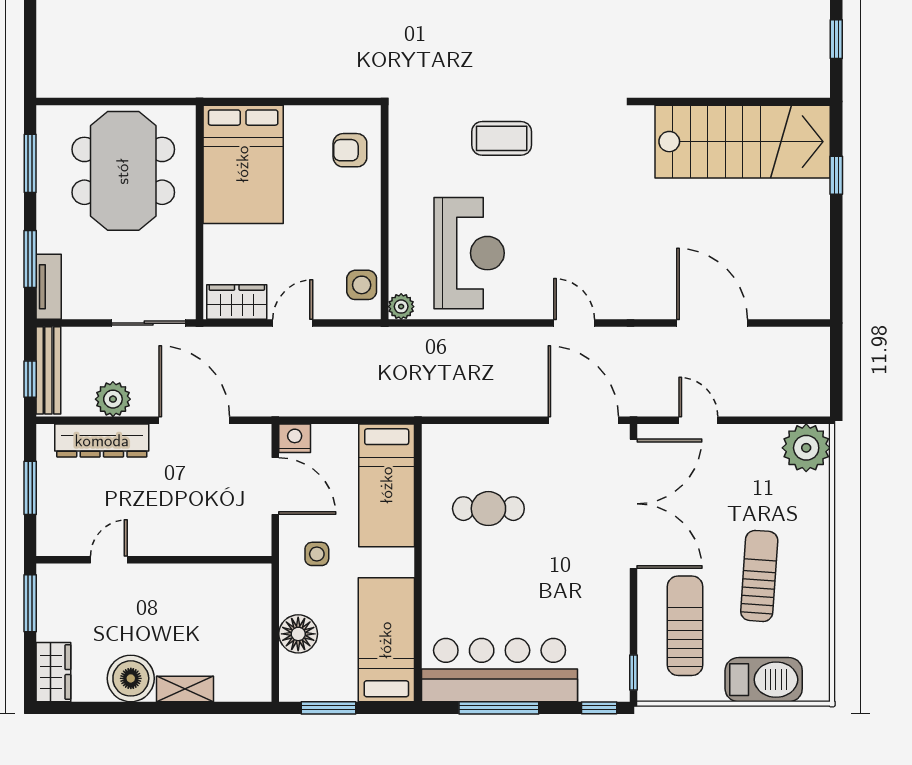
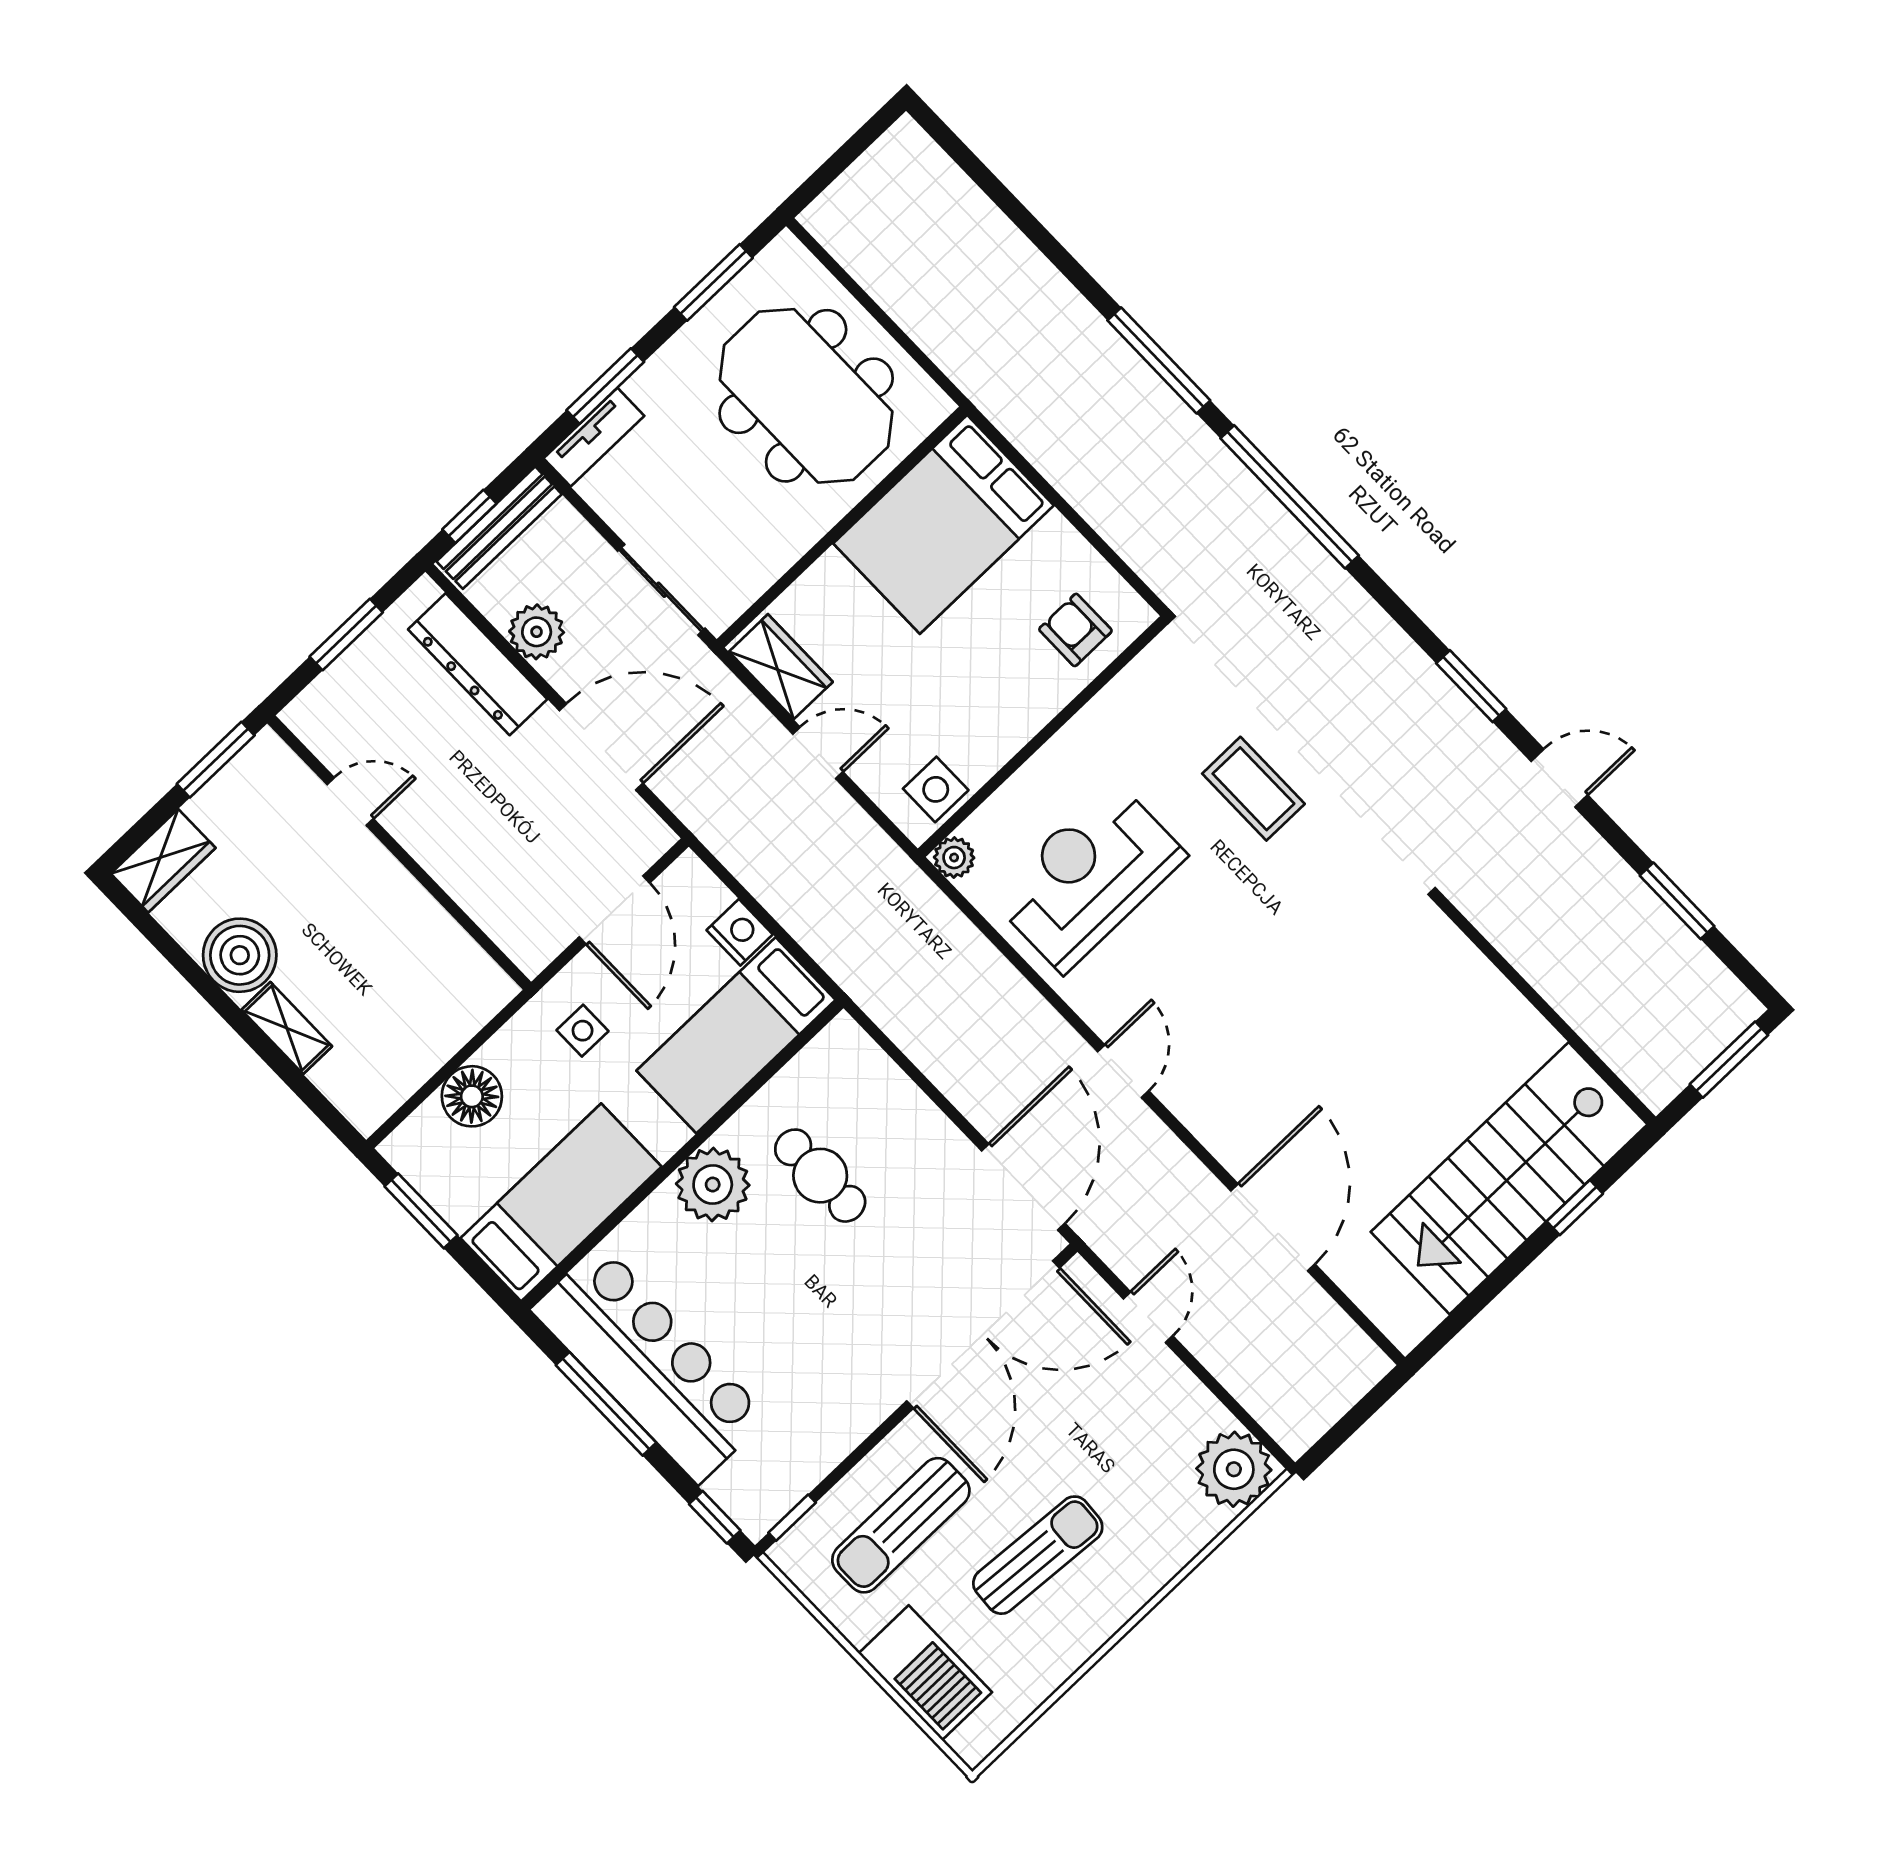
window: (836, 39) -> (1729, 1060), width x1.50
stairs: (743, 142) -> (1509, 1178), moved, turned 90
meeting table: (123, 171) -> (806, 396), turned 90
reception desk: (469, 253) -> (1088, 877), turned 180
door: (194, 420) -> (601, 747), hinge flipped
nightstand: (295, 438) -> (740, 932), moved
plant: (445, 562) -> (713, 1185), added
sun lounger: (685, 626) -> (901, 1525), turned 180

